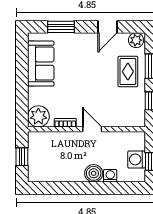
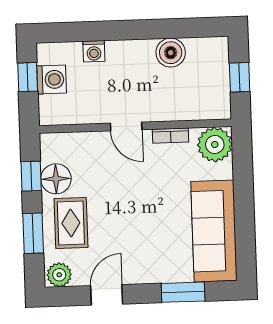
sofa: (41, 64) -> (214, 231), width x1.36
floor lamp: (136, 99) -> (56, 179), added
boiler: (94, 173) -> (171, 53), moved

